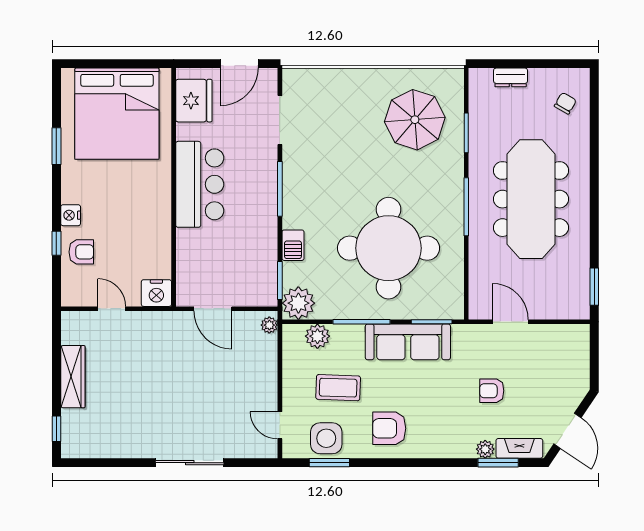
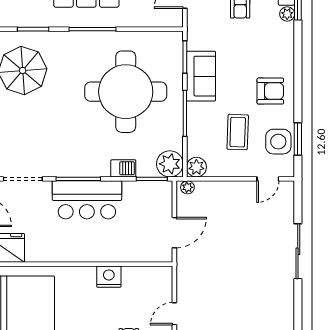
bar counter: (200, 184) -> (87, 200), moved, turned 180
nightstand: (156, 293) -> (109, 277), moved, turned -90
plant: (317, 336) -> (196, 167), moved
sofa: (408, 342) -> (201, 76), width x0.73
armchair: (389, 428) -> (270, 91), turned -90

